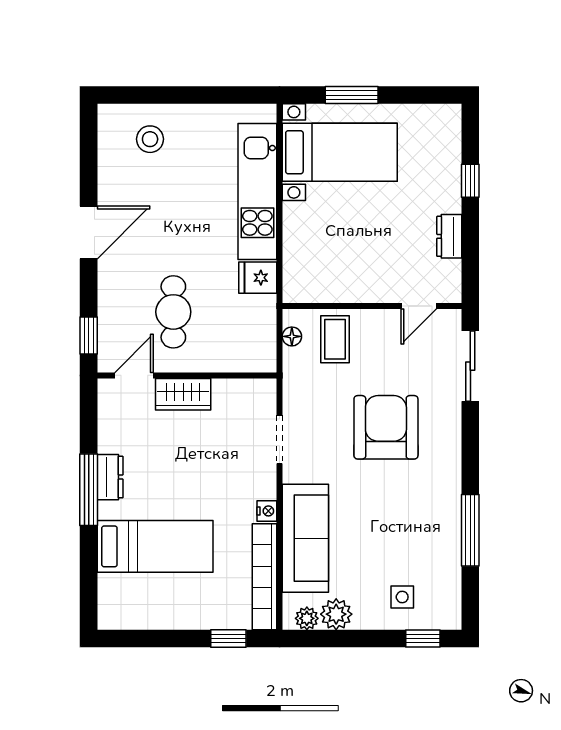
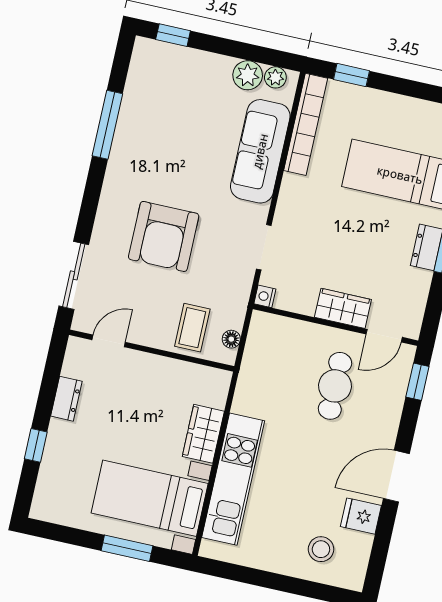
wardrobe: (299, 232) -> (203, 434), added
fridge: (258, 278) -> (361, 516), moved, turned 180
nightstand: (267, 511) -> (265, 296), moved
side table: (402, 597) -> (184, 77), removed

